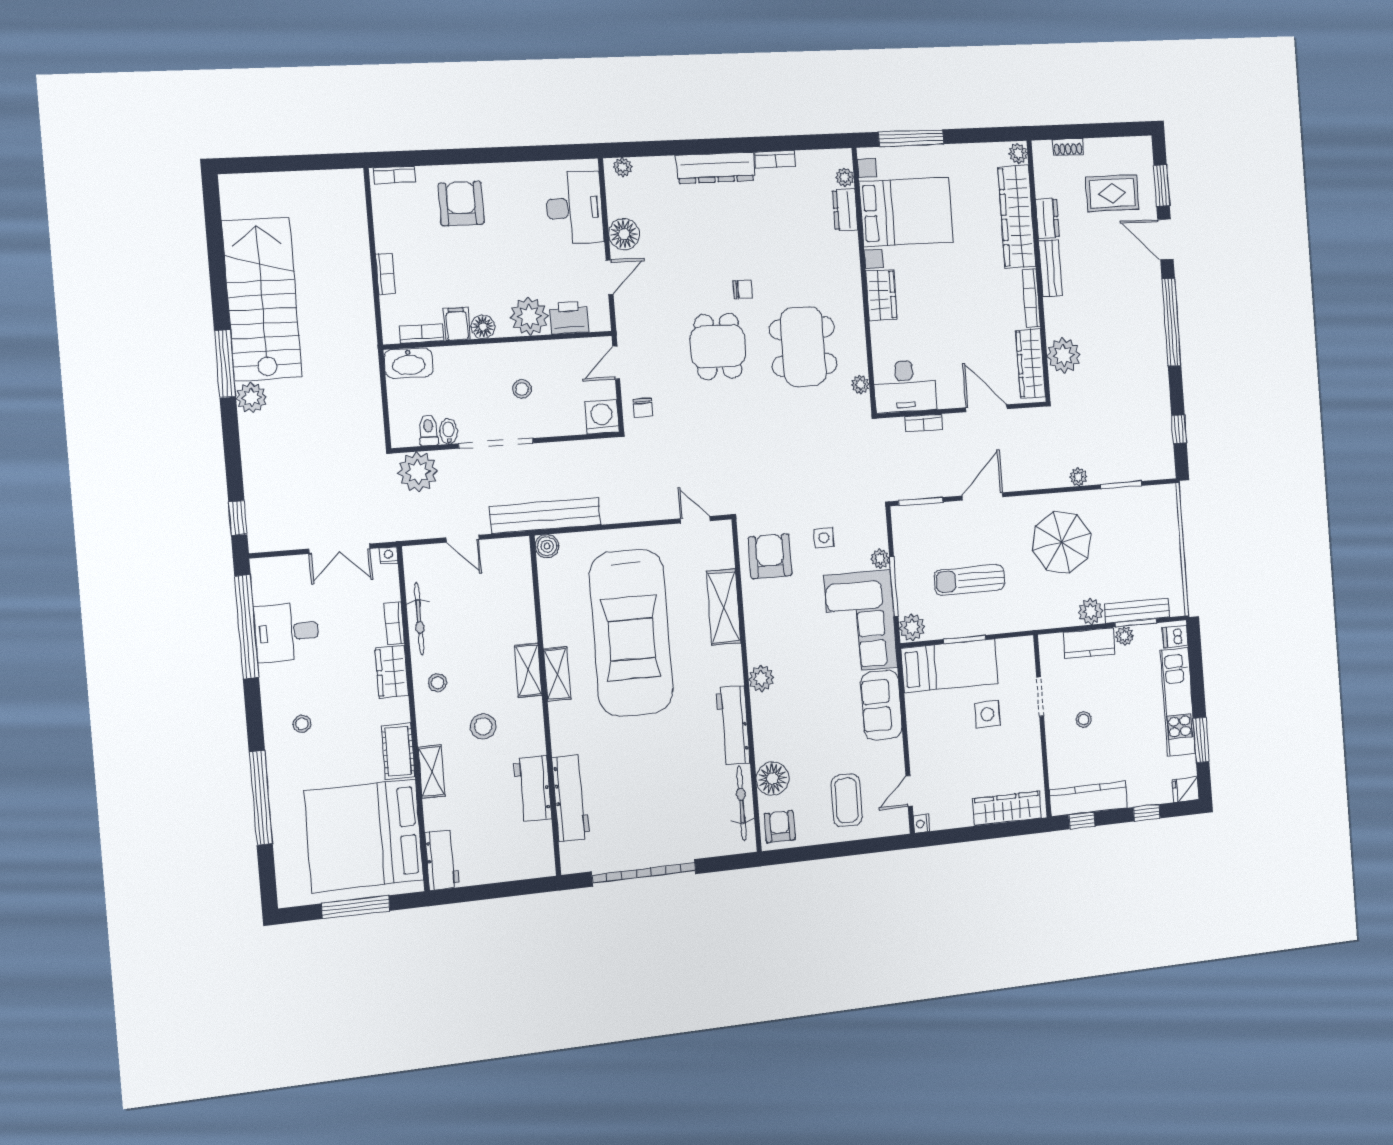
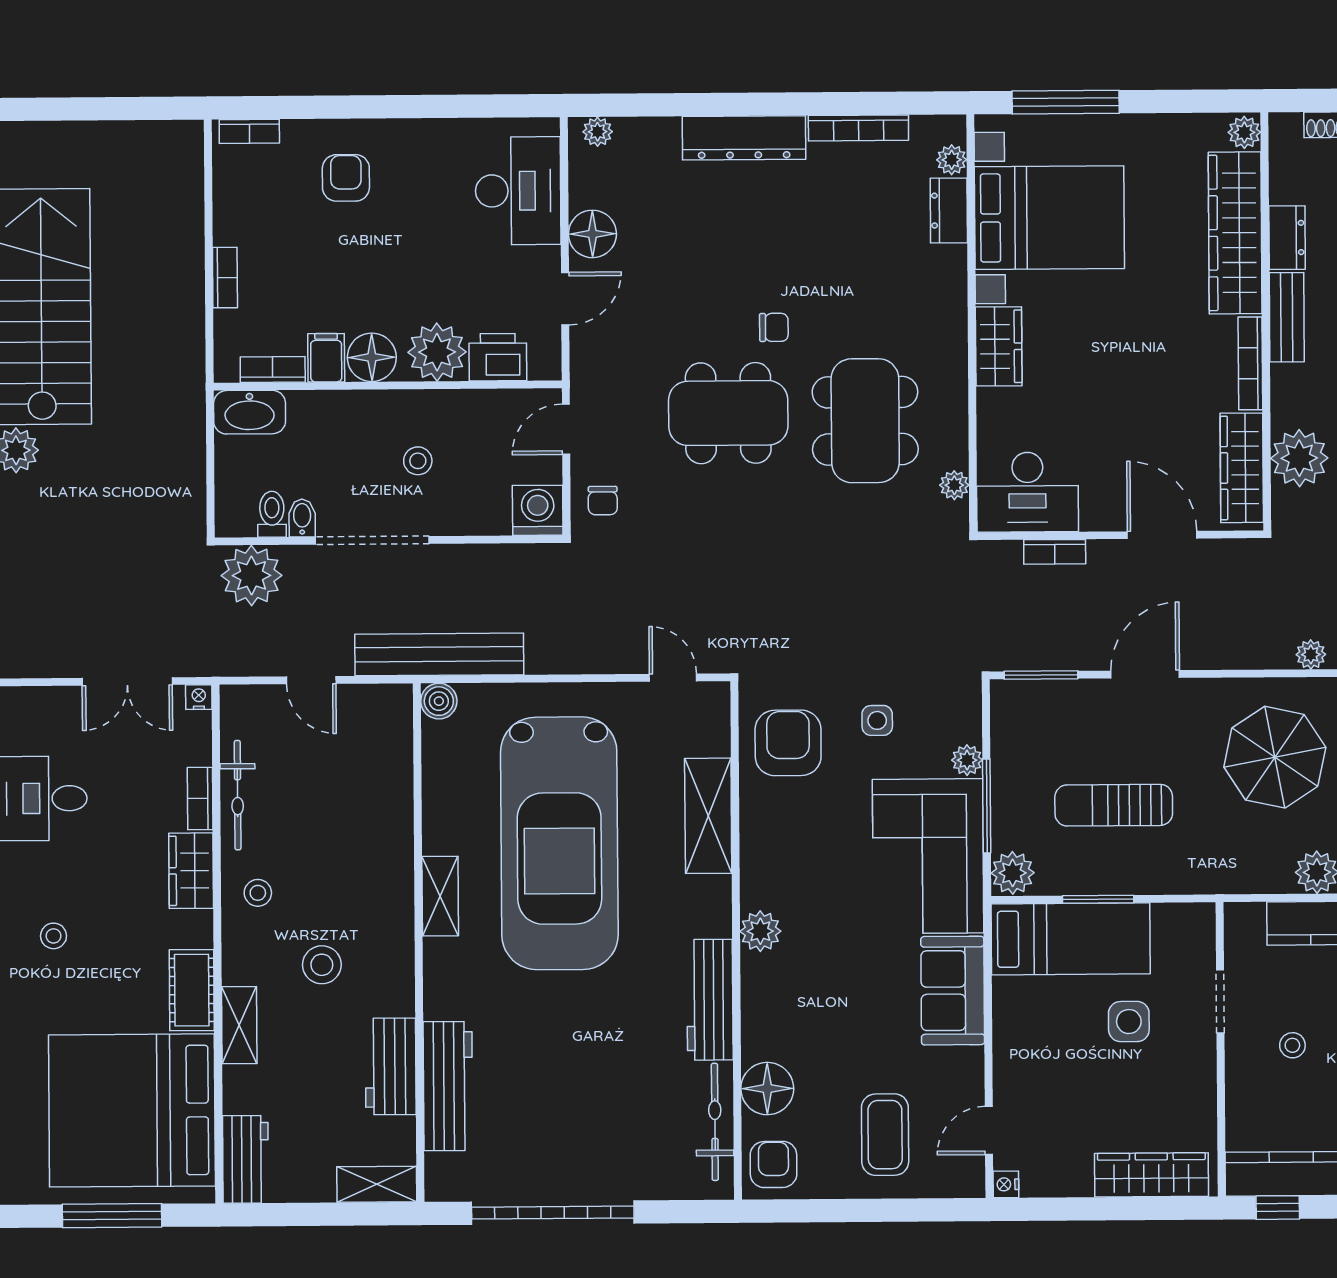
bookcase: (775, 159) -> (858, 128), width x1.56
armchair: (461, 204) -> (346, 178), width x0.72, depth x0.72
floor lamp: (483, 327) -> (372, 357), width x1.38, depth x1.38
dining table: (718, 346) -> (728, 413), width x1.38
shelving: (528, 670) -> (377, 1184), moved, turned 90

